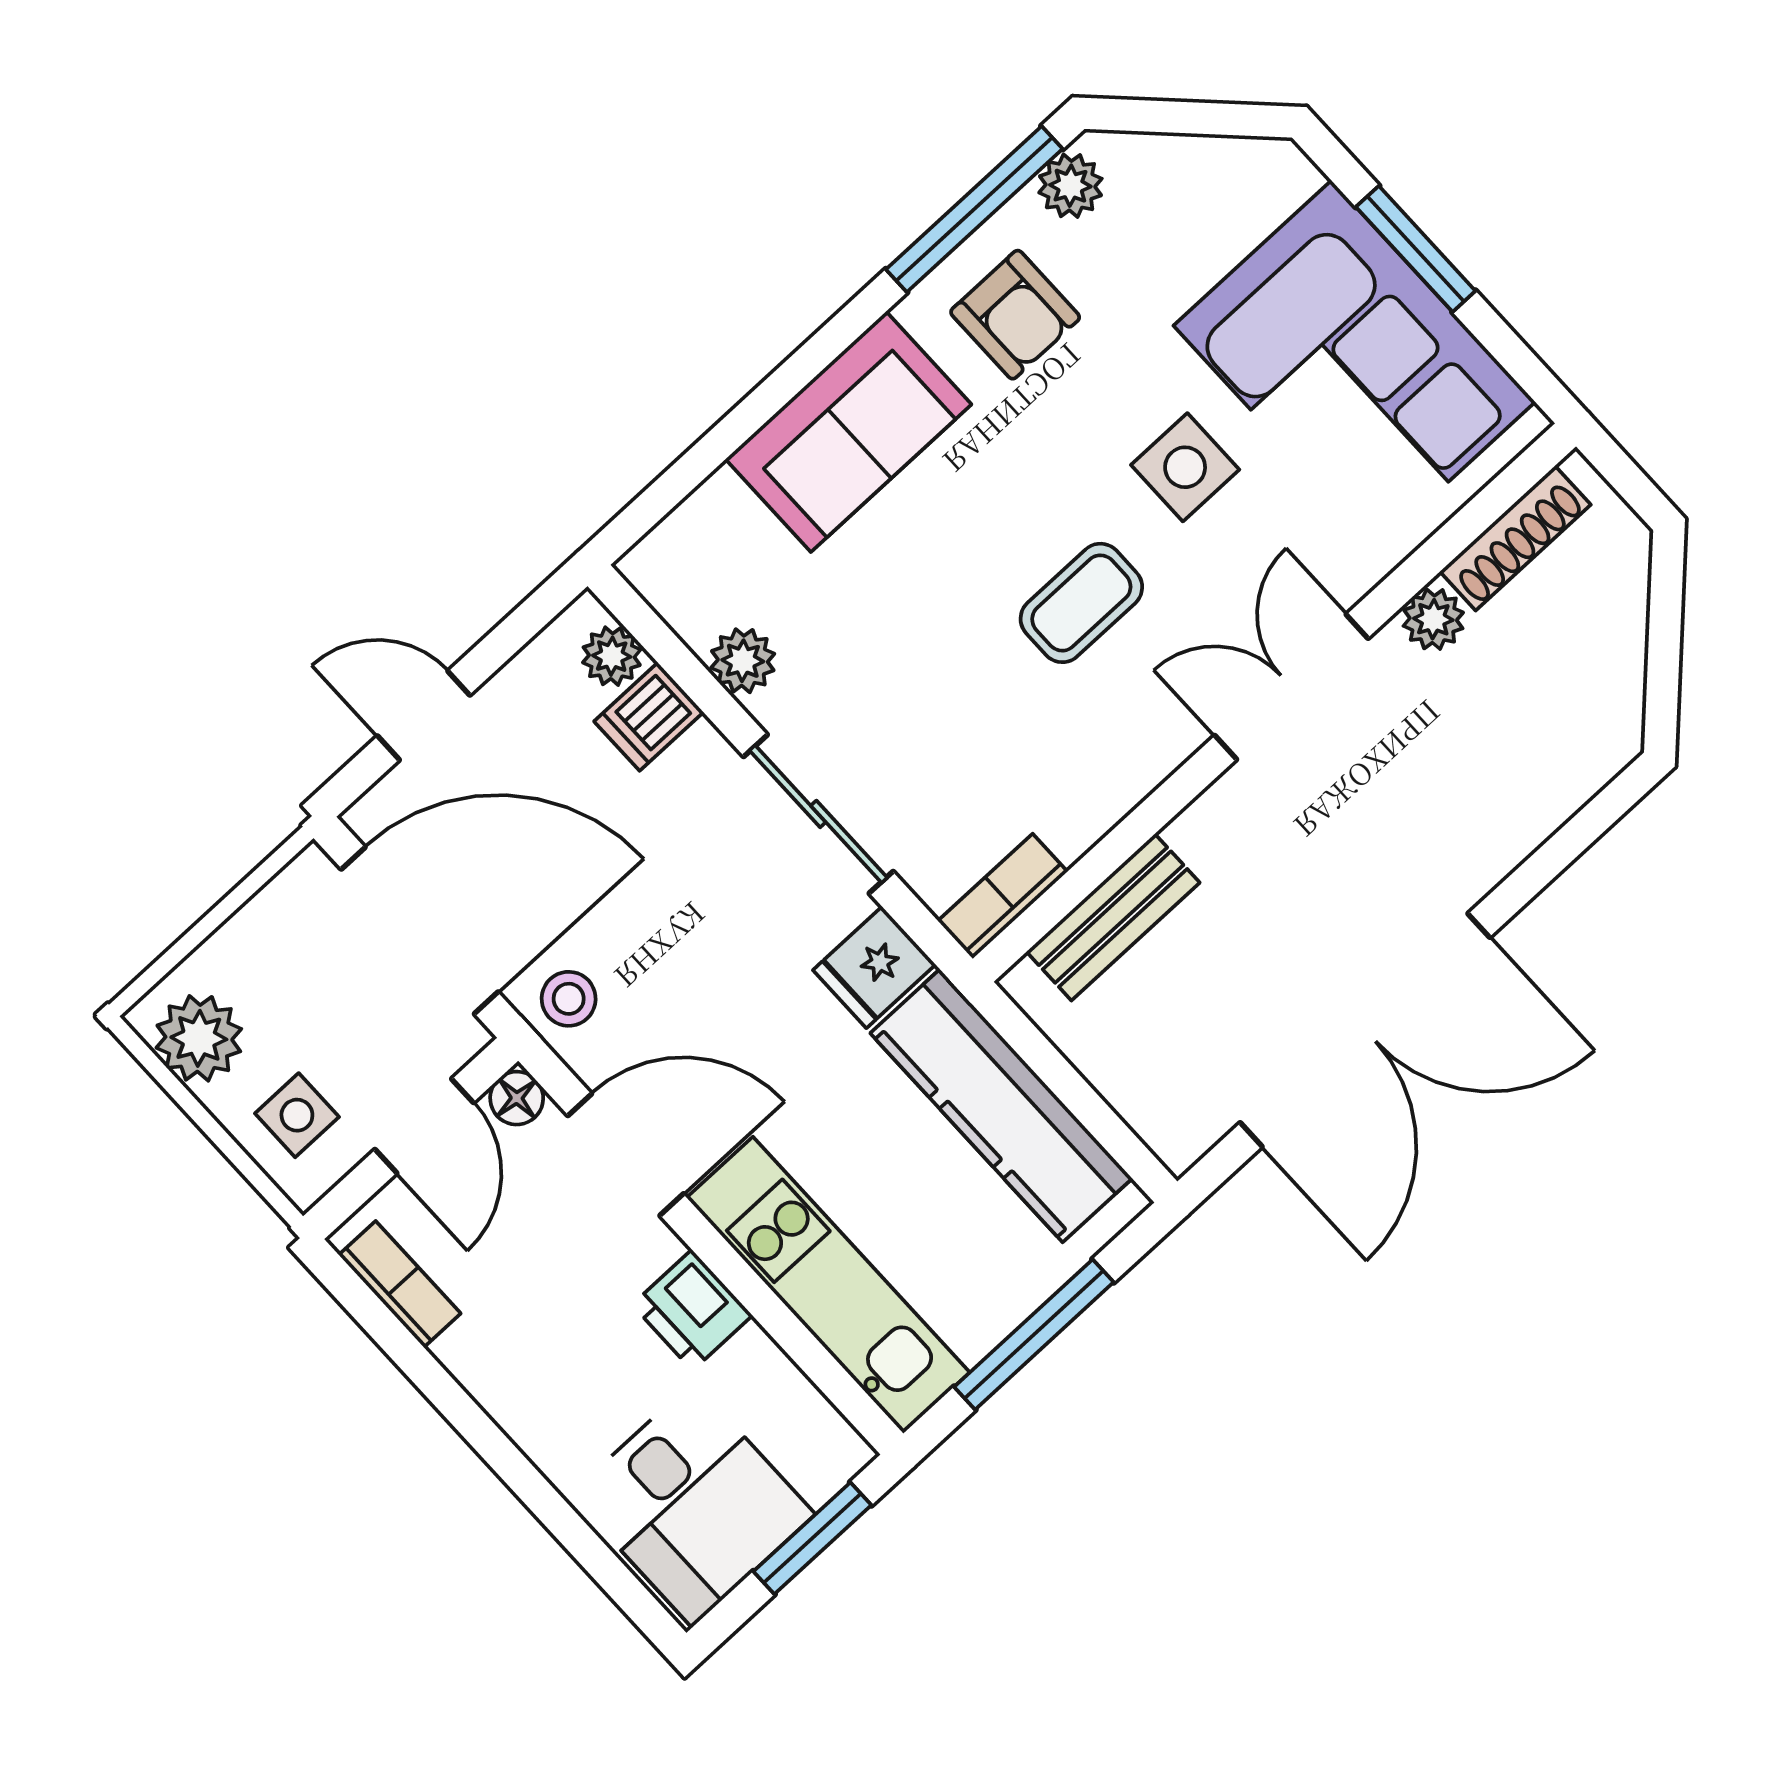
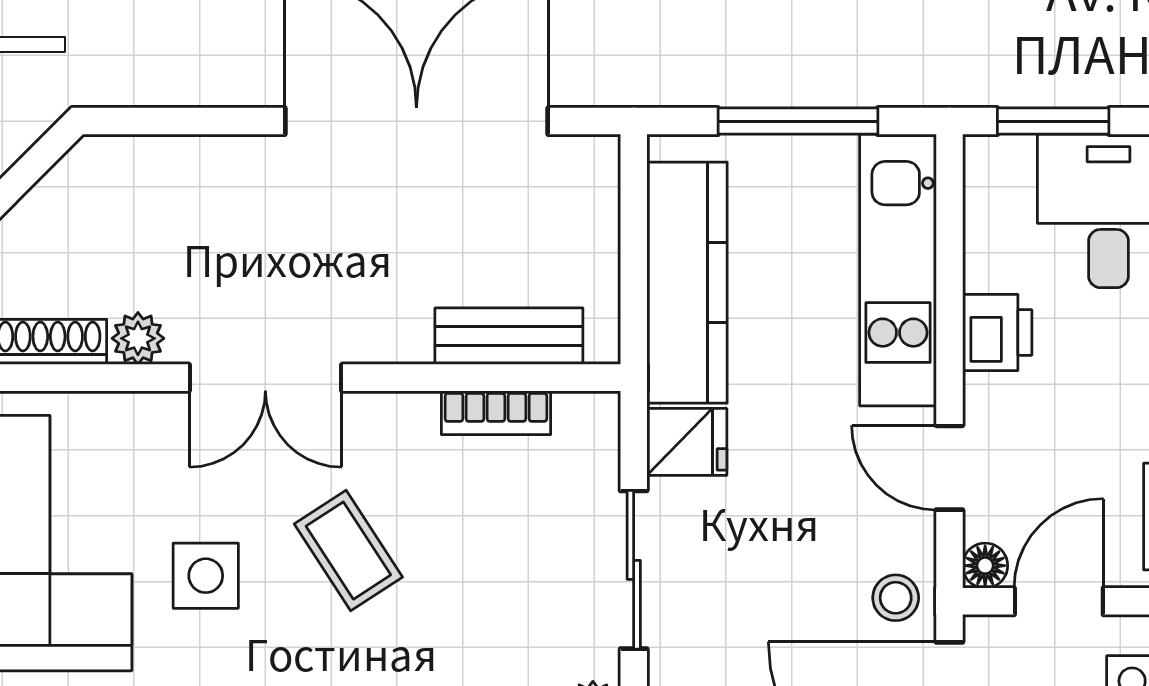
coffee table: (1081, 603) -> (348, 551), turned 57
bookcase: (1003, 896) -> (496, 413), moved
door: (626, 1155) -> (949, 468), width x0.73

